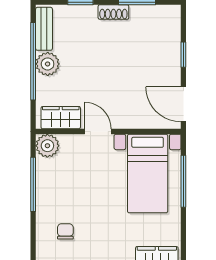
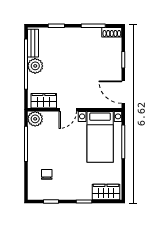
shoe rack: (113, 12) -> (112, 32), moved
door: (98, 132) -> (68, 110), swing flipped

